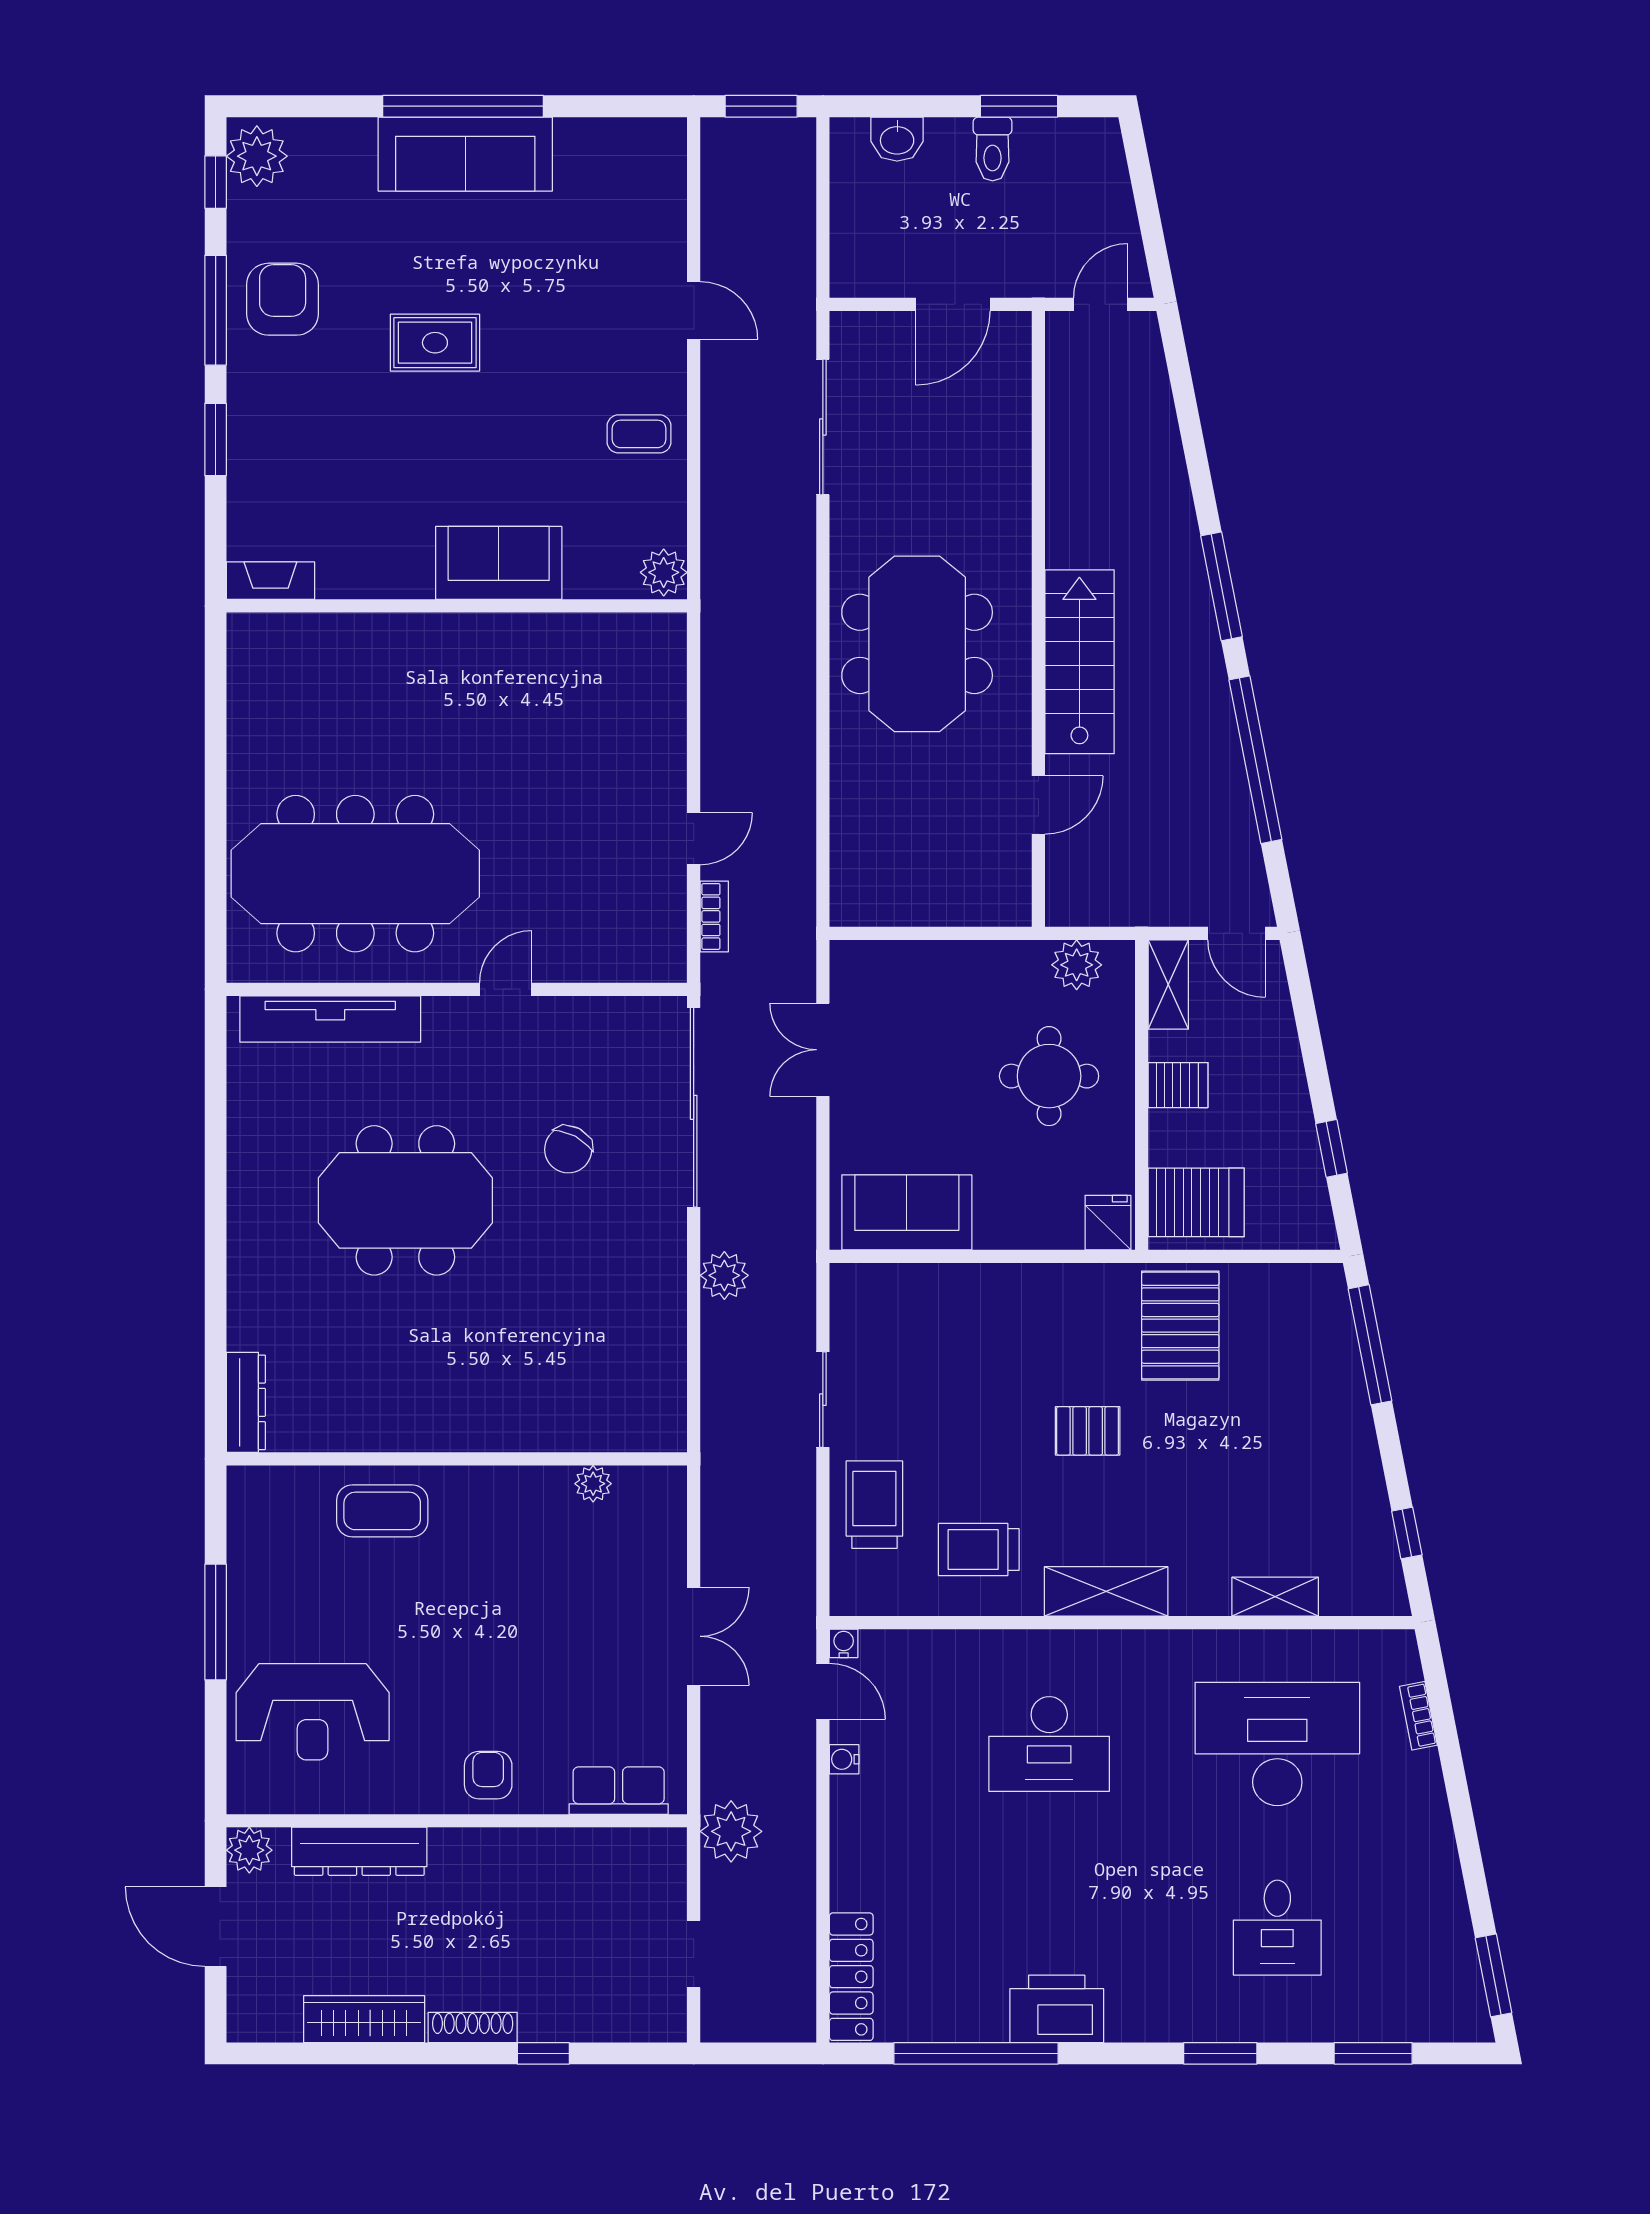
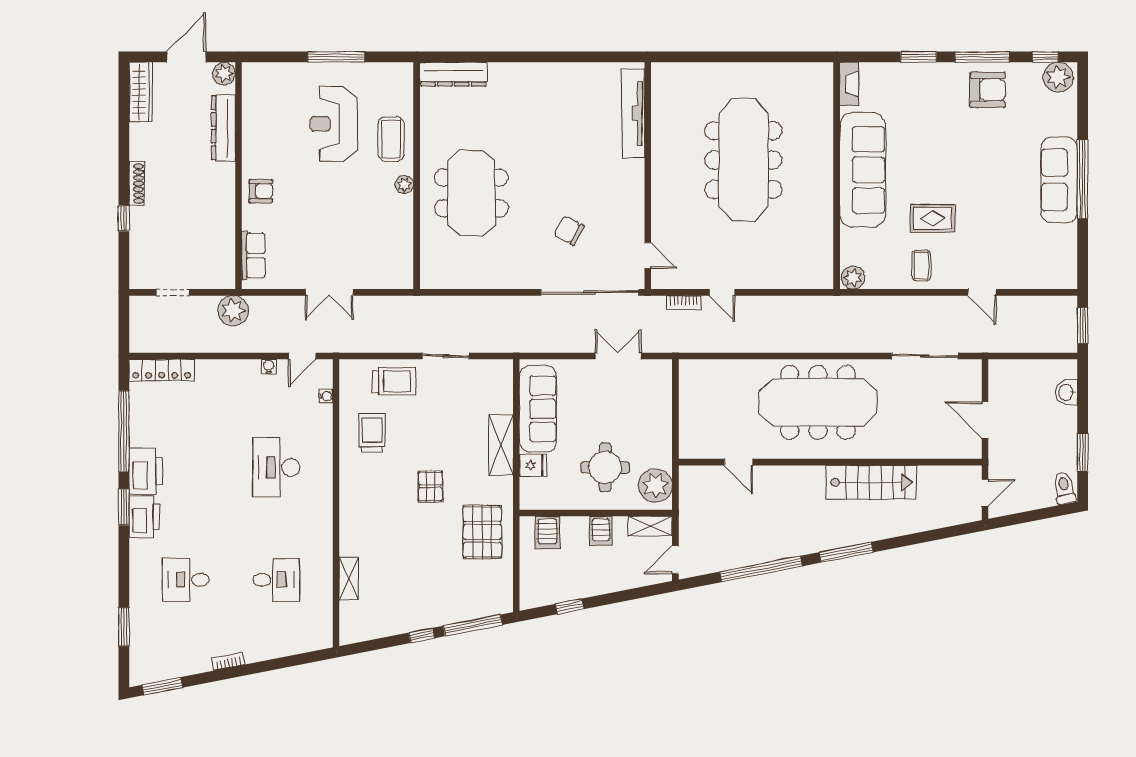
toilet: (993, 149) -> (1064, 488), moved, turned 79
door: (1101, 304) -> (985, 493), hinge flipped
door: (694, 310) -> (982, 292), hinge flipped
rug: (435, 343) -> (933, 218), moved, turned 90
sofa: (499, 563) -> (863, 170), width x1.85, depth x1.27
meeting table: (917, 644) -> (818, 402), width x1.36
stairs: (1079, 662) -> (871, 482), moved
meeting table: (355, 874) -> (743, 160), moved
plant: (1077, 965) -> (655, 485), width x1.36, depth x1.36
door: (506, 989) -> (648, 256), moved
meeting table: (405, 1200) -> (471, 193), moved
server rack: (1196, 1202) -> (547, 533), width x0.73, depth x0.70
sofa: (907, 1212) -> (538, 409), width x1.36
fridge: (1108, 1223) -> (533, 465), moved
plant: (724, 1275) -> (507, 307), removed
pallet: (1180, 1326) -> (482, 532), turned 90
dresser: (246, 1402) -> (453, 74), width x1.37, depth x1.24
plant: (593, 1484) -> (404, 184), moved
window: (1407, 1533) -> (422, 635), moved
shelving: (1106, 1591) -> (501, 445), moved
water cooler: (844, 1643) -> (326, 396), moved
reception desk: (313, 1712) -> (334, 124), moved
bookcase: (1418, 1716) -> (228, 661), moved
desk: (1277, 1744) -> (276, 580), width x0.53, depth x0.77
printer: (1150, 2012) -> (144, 517), added
wardrobe: (364, 2019) -> (141, 92), moved
window: (1220, 2053) -> (124, 507), moved

